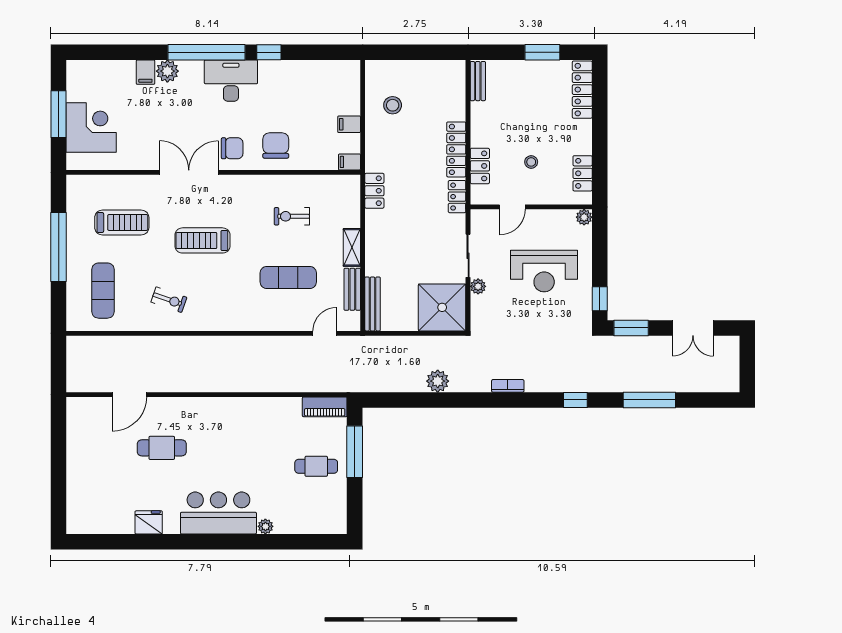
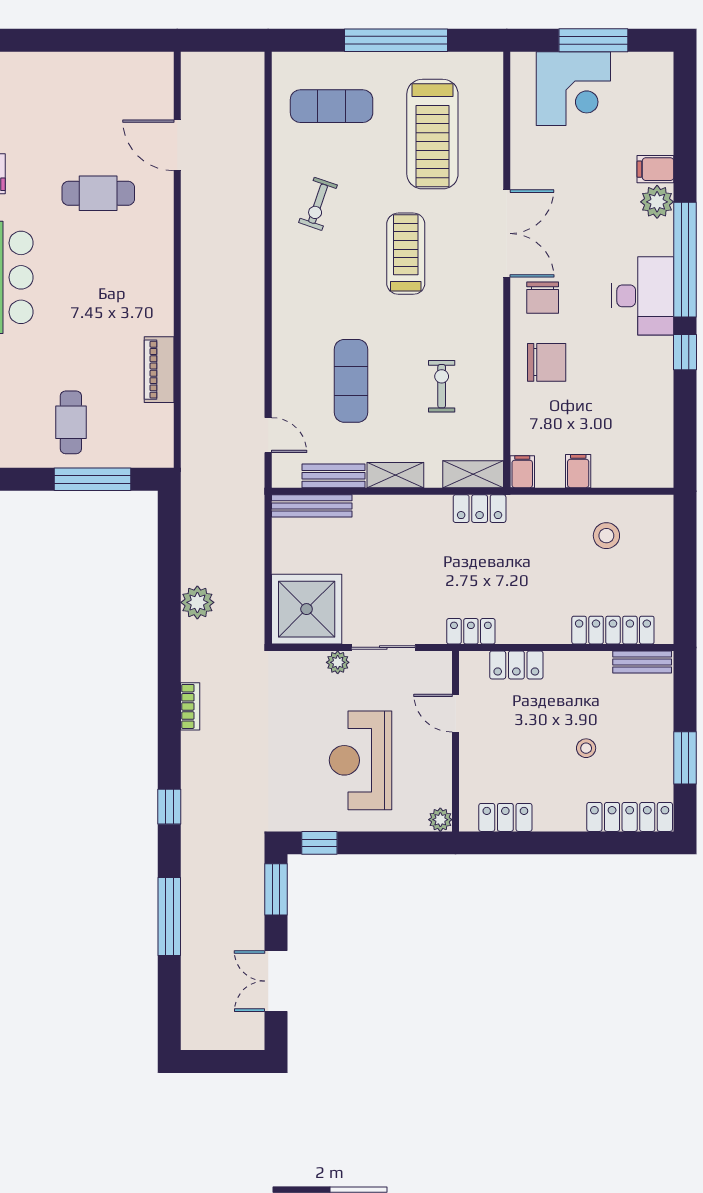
locker: (456, 149) -> (613, 630), moved
stool: (531, 162) -> (586, 748), moved
shelving: (351, 195) -> (473, 474), added
treadmill: (122, 222) -> (432, 134), width x1.37, depth x1.38
piano: (325, 407) -> (159, 370), moved
cafe table: (162, 448) -> (98, 193), turned 90

